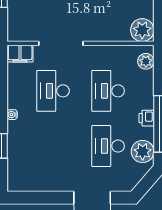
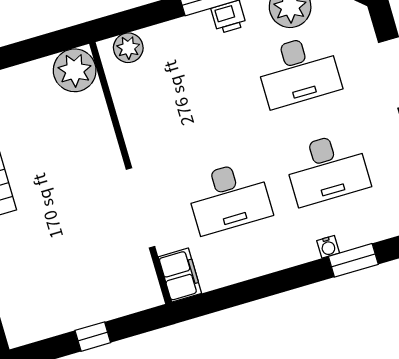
desk: (108, 91) -> (327, 169), moved
water cooler: (12, 115) -> (328, 247), moved

